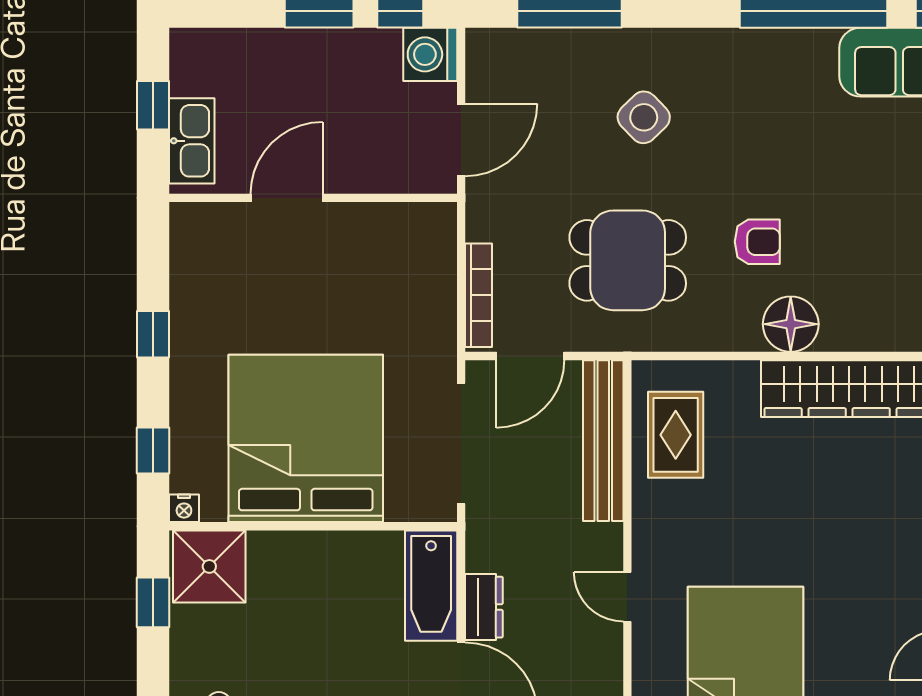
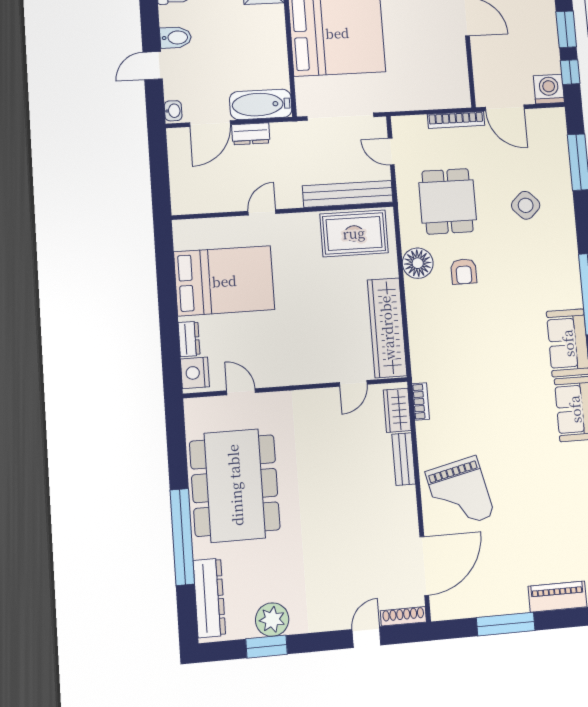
bookcase: (478, 295) -> (456, 120), moved
floor lamp: (791, 324) -> (418, 263), moved
door: (530, 356) -> (391, 152), width x0.73
rug: (676, 435) -> (354, 233), width x1.36, depth x1.43

